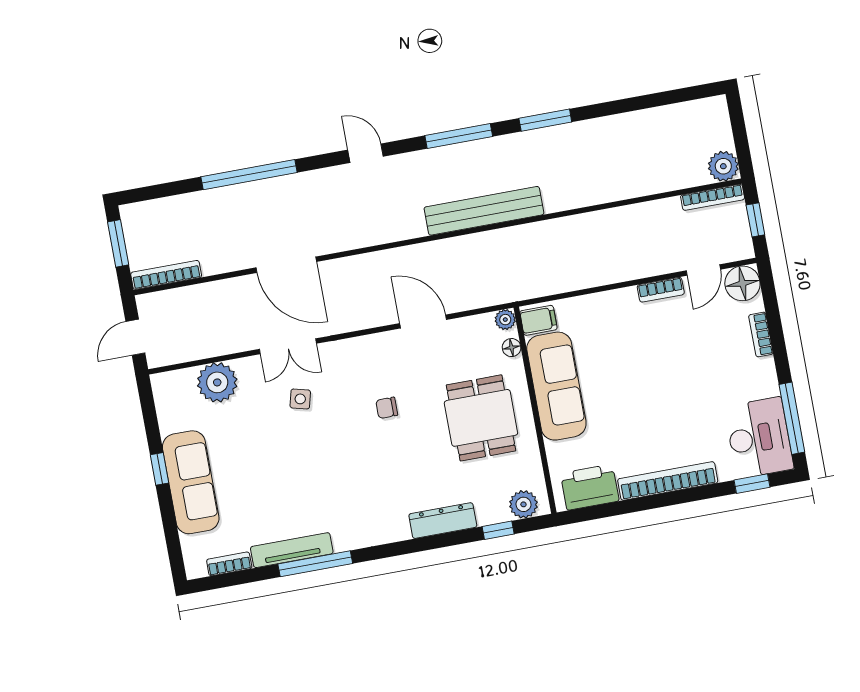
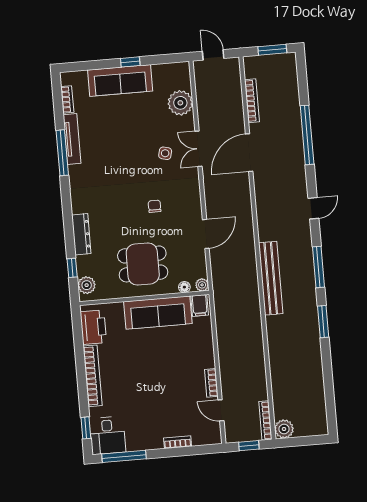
bookcase: (166, 275) -> (252, 101), moved
floor lamp: (742, 283) -> (210, 434), removed
desk: (759, 438) -> (108, 435), width x0.73

